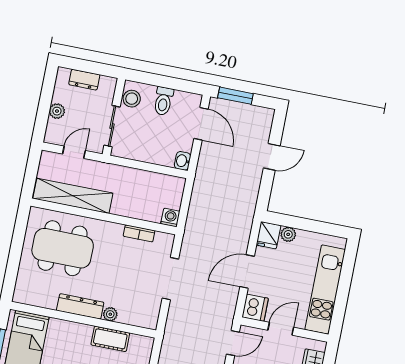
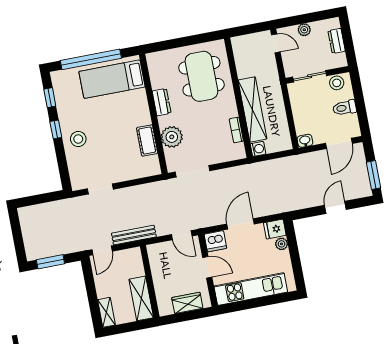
window: (235, 96) -> (374, 175), moved
door: (74, 152) -> (276, 43), moved
door: (272, 157) -> (335, 207), swing flipped
shelving: (73, 196) -> (252, 109), moved
door: (247, 272) -> (241, 224), hinge flipped
doorway: (170, 279) -> (193, 171), moved
dresser: (80, 306) -> (162, 102), width x0.70
plant: (110, 314) -> (172, 137), width x1.87, depth x1.87

